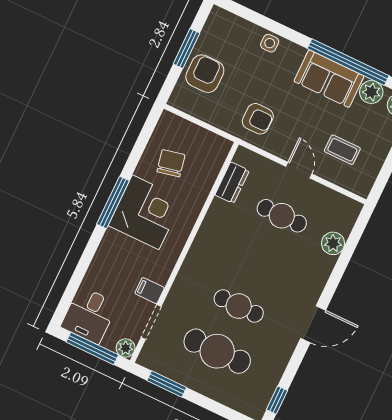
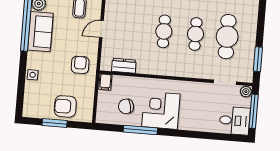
window: (113, 202) -> (140, 130), moved
cafe table: (282, 216) -> (164, 31), moved
filing cabinet: (150, 291) -> (105, 82), moved

